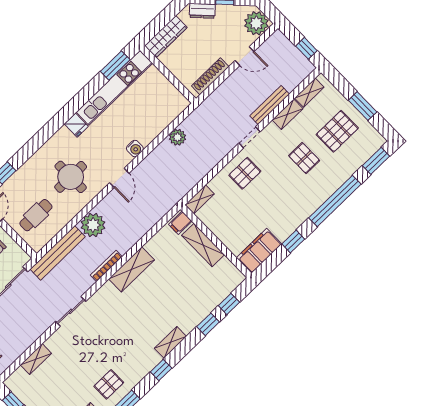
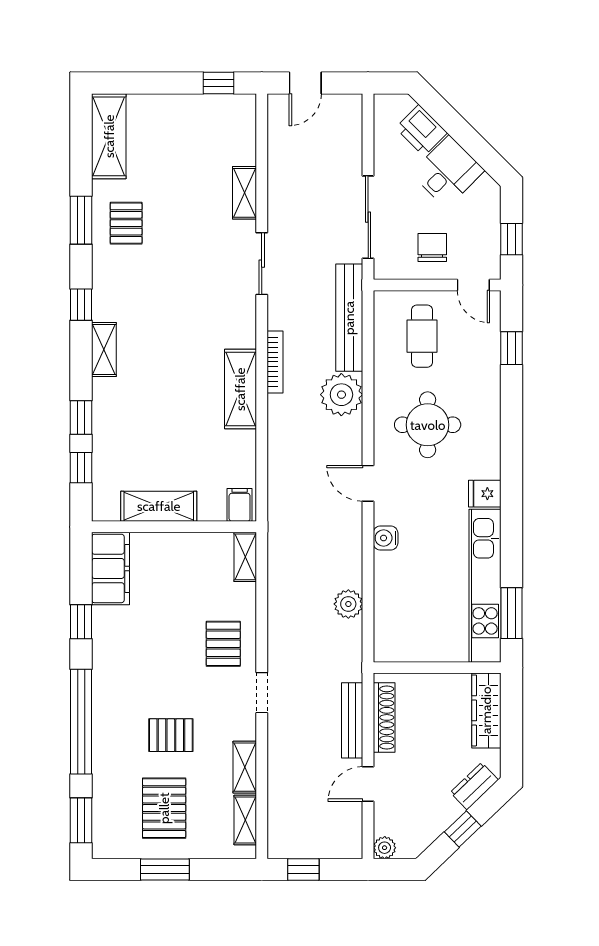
plant: (256, 23) -> (385, 848), width x0.53, depth x0.53
bench: (270, 105) -> (352, 720), moved
shelving: (203, 245) -> (159, 506), moved
shelving: (36, 359) -> (245, 193), moved

